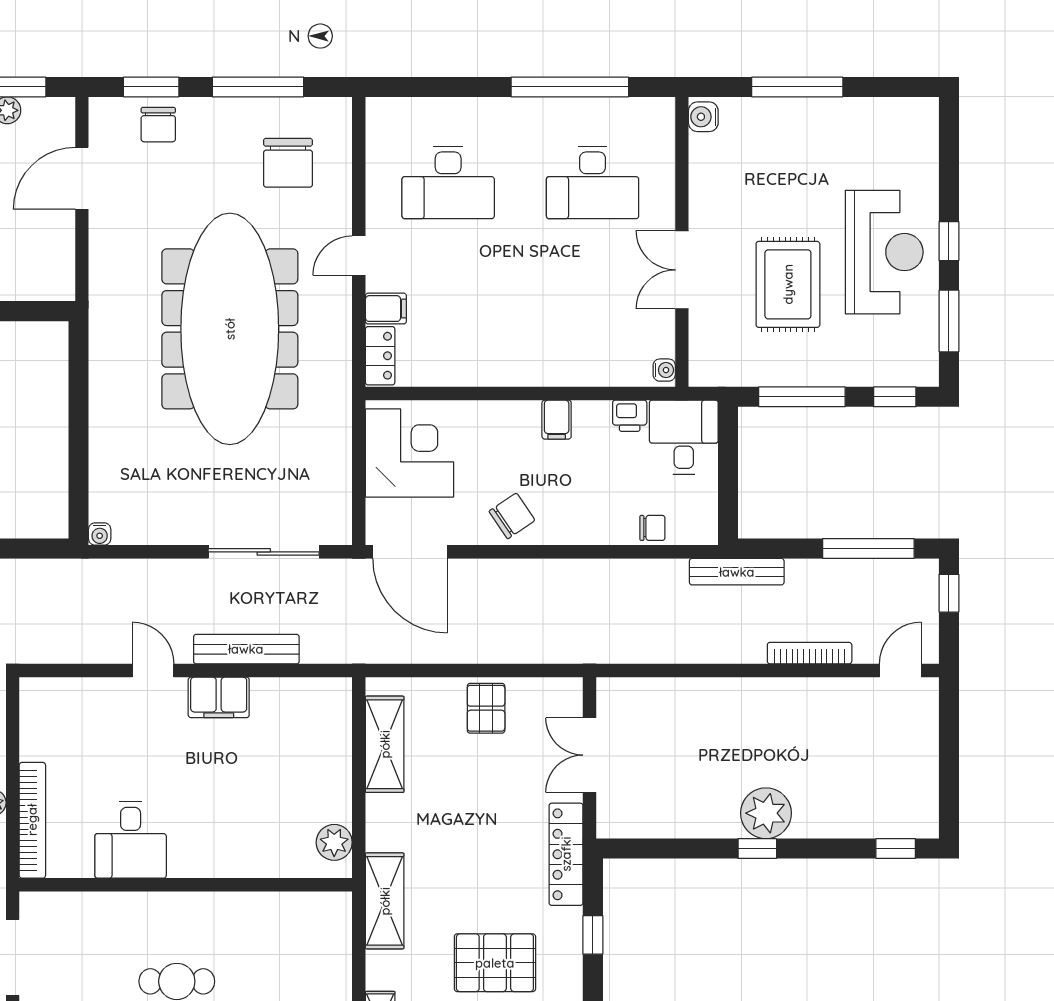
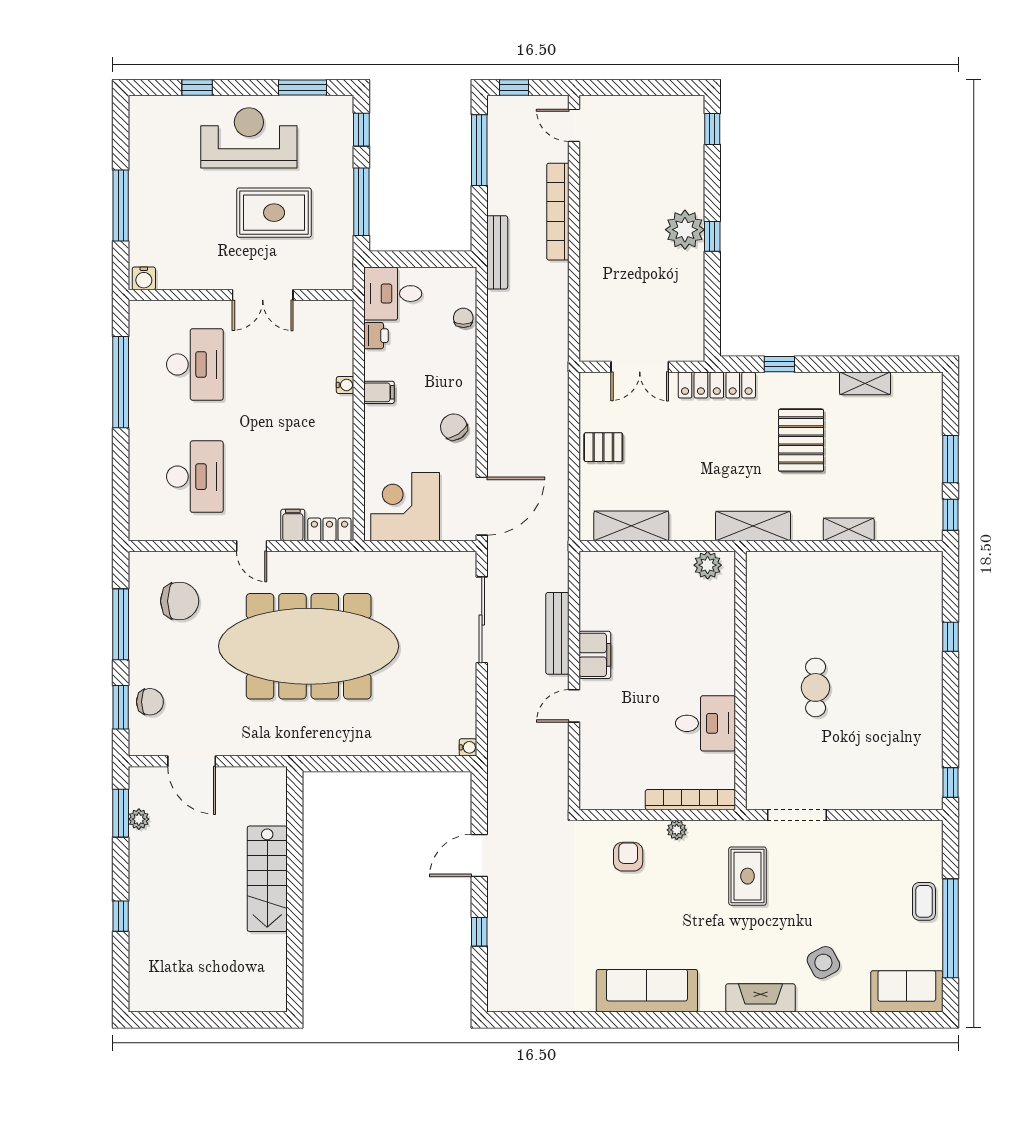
window: (949, 241) -> (197, 88), moved
water cooler: (664, 370) -> (345, 385), moved, turned 90
bookcase: (810, 653) -> (558, 212), width x1.48, depth x1.31

